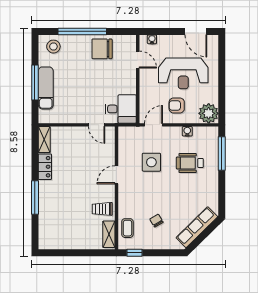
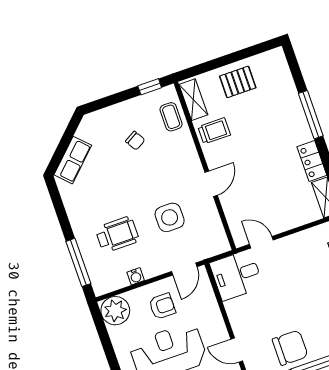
row of seats: (197, 227) -> (73, 160), width x0.68
pallet: (76, 236) -> (238, 82), added

